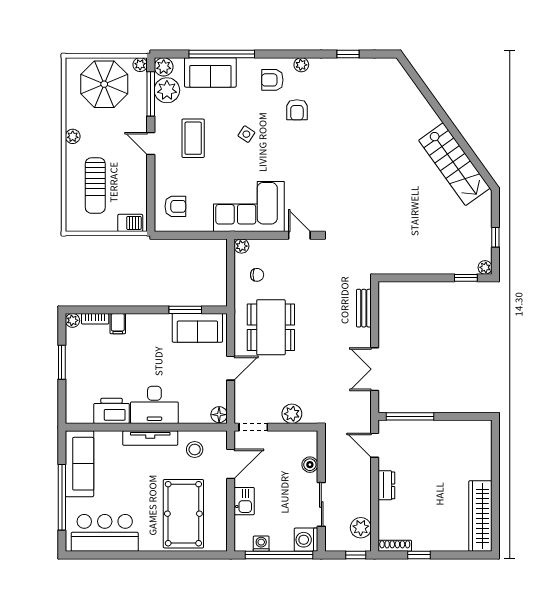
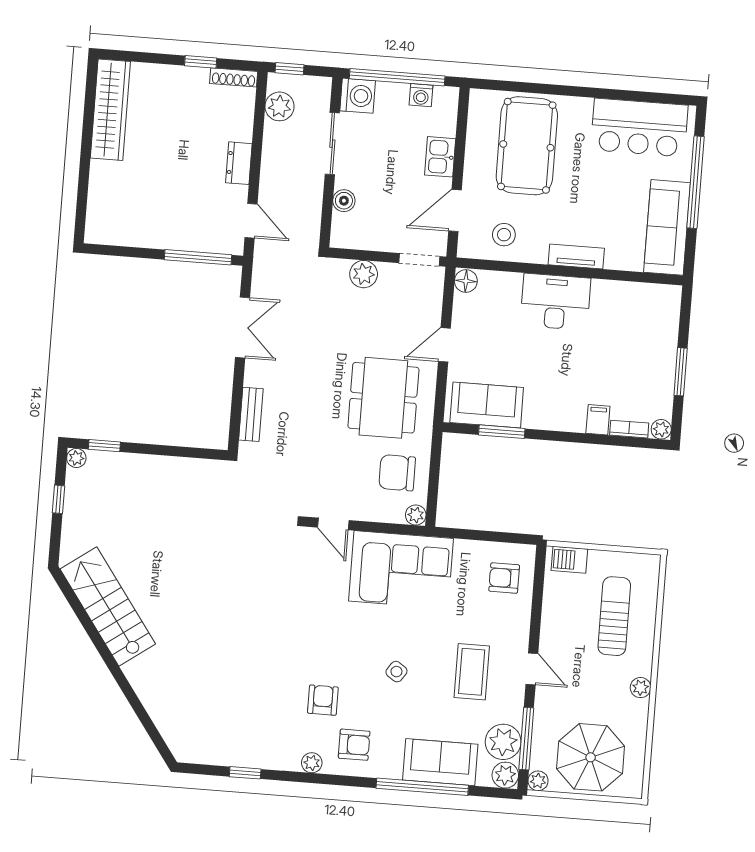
chair: (257, 275) -> (397, 473), width x1.87, depth x1.87
printer: (112, 411) -> (616, 298), removed
tv unit: (150, 438) -> (576, 257), width x0.71

